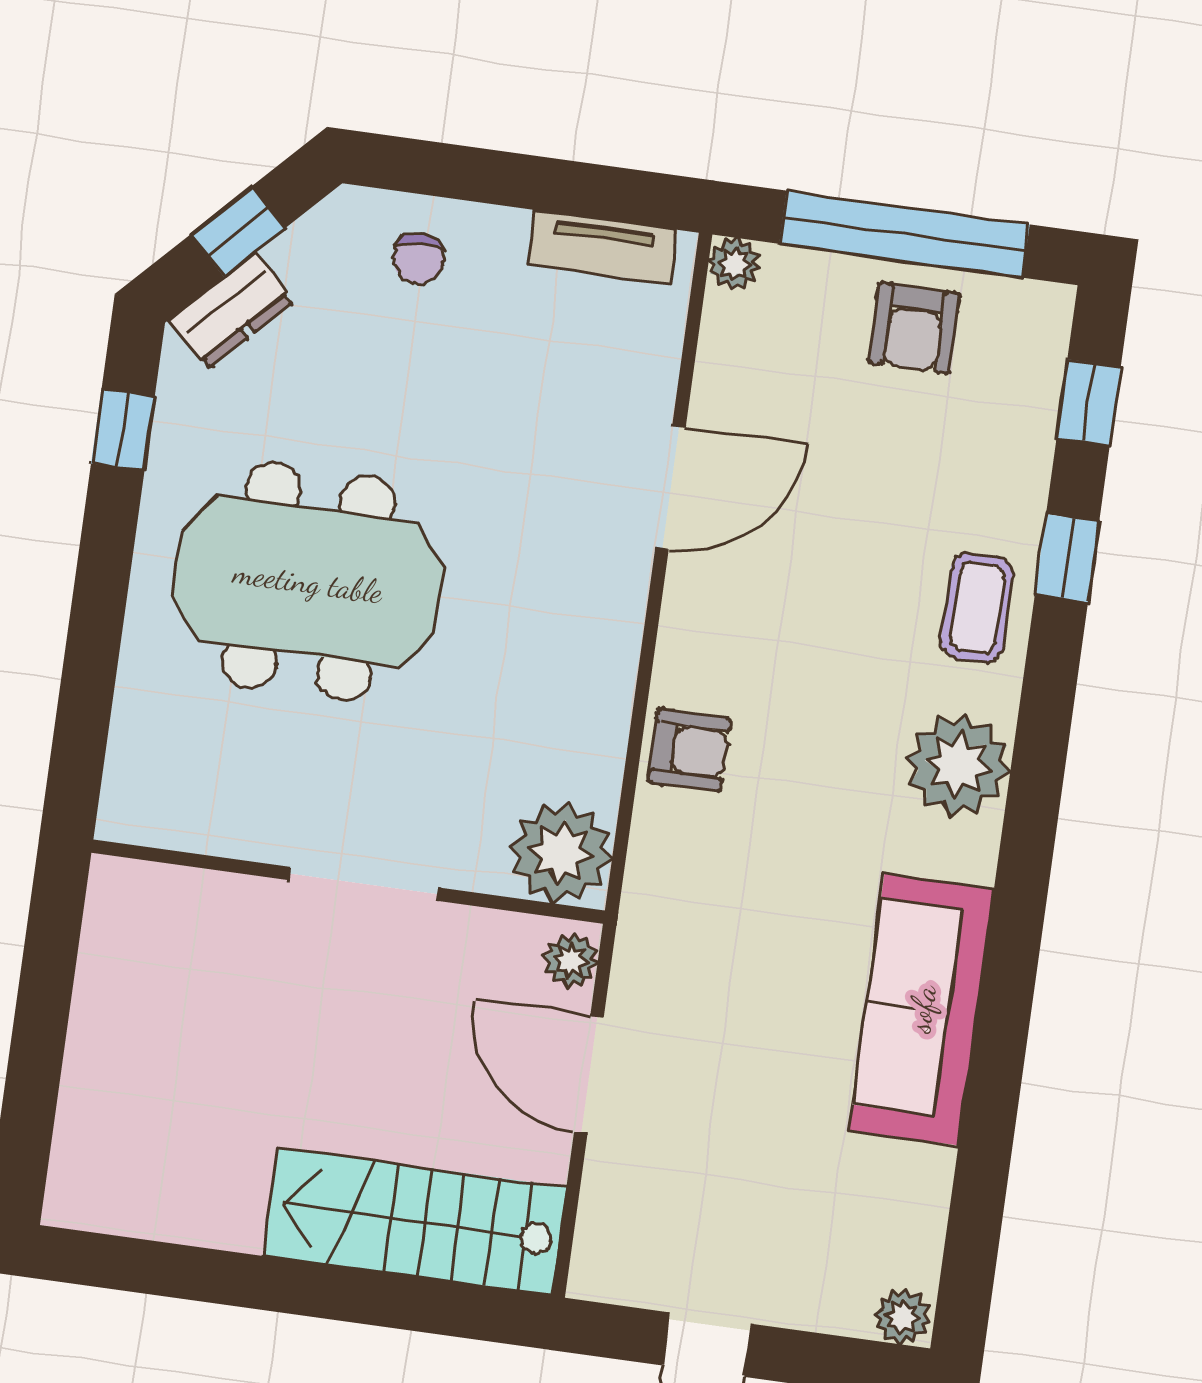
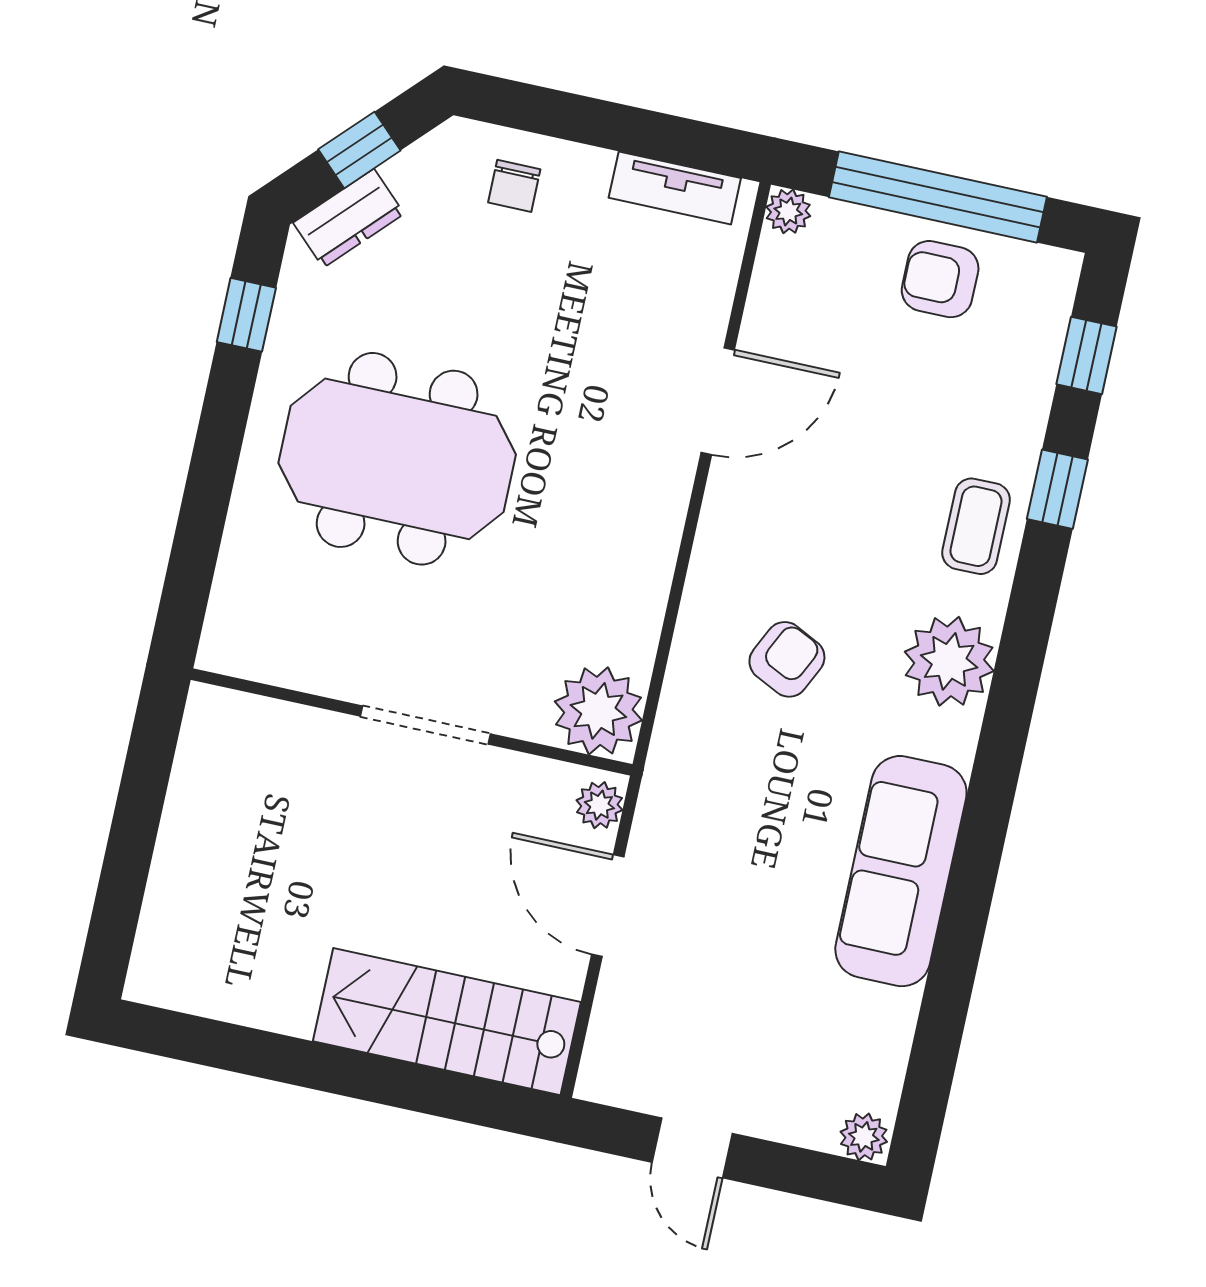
armchair: (914, 328) -> (940, 279), turned 90
armchair: (690, 750) -> (787, 659), moved, turned -64

